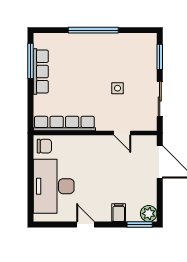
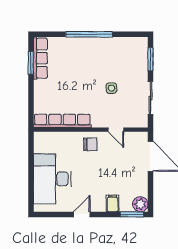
window: (31, 61) -> (31, 63), width x0.69
row of seats: (41, 72) -> (40, 58), moved
chair: (44, 146) -> (90, 144), moved
door: (86, 225) -> (82, 214), hinge flipped

